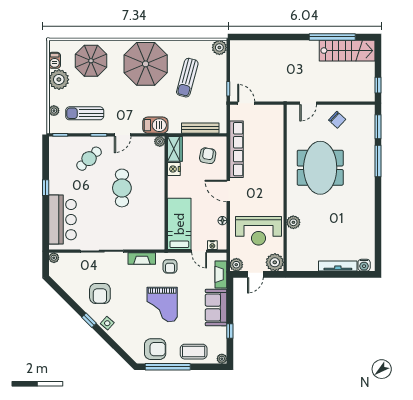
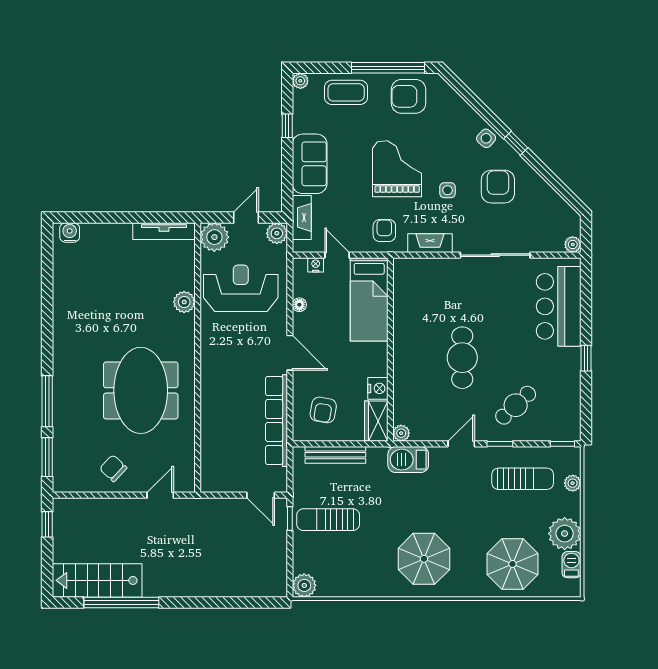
parasol: (146, 64) -> (424, 559), width x0.73, depth x0.73
sun lounger: (187, 78) -> (328, 520), moved, turned -105
tv unit: (338, 266) -> (164, 231), moved
side table: (131, 291) -> (448, 190), added

